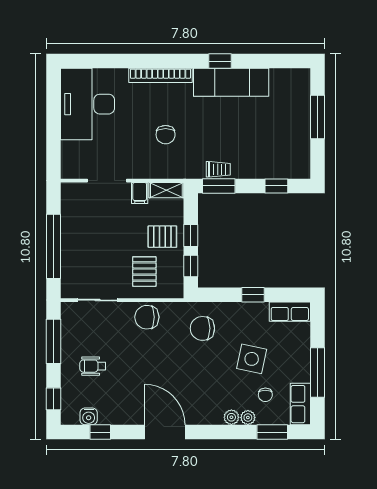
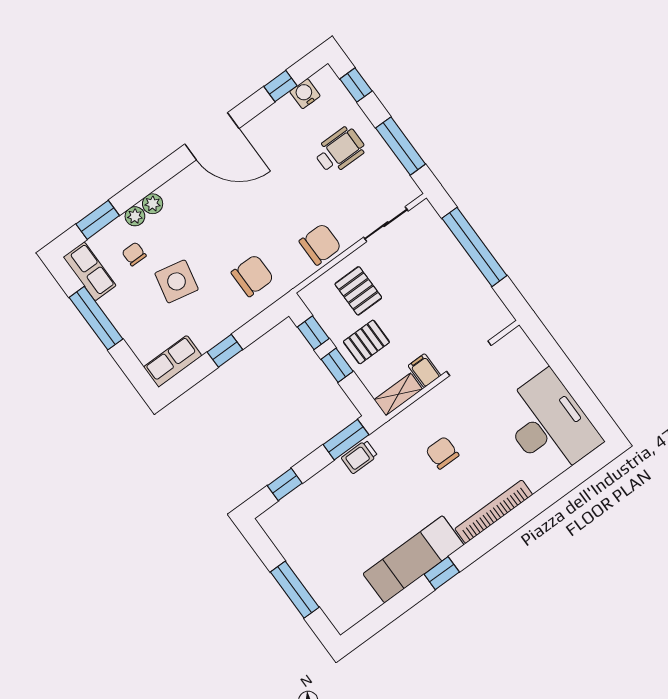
wheelchair: (93, 366) -> (340, 150), width x1.36, depth x1.37

